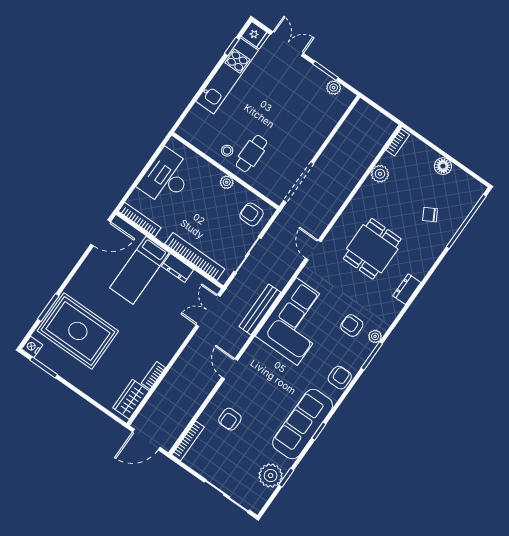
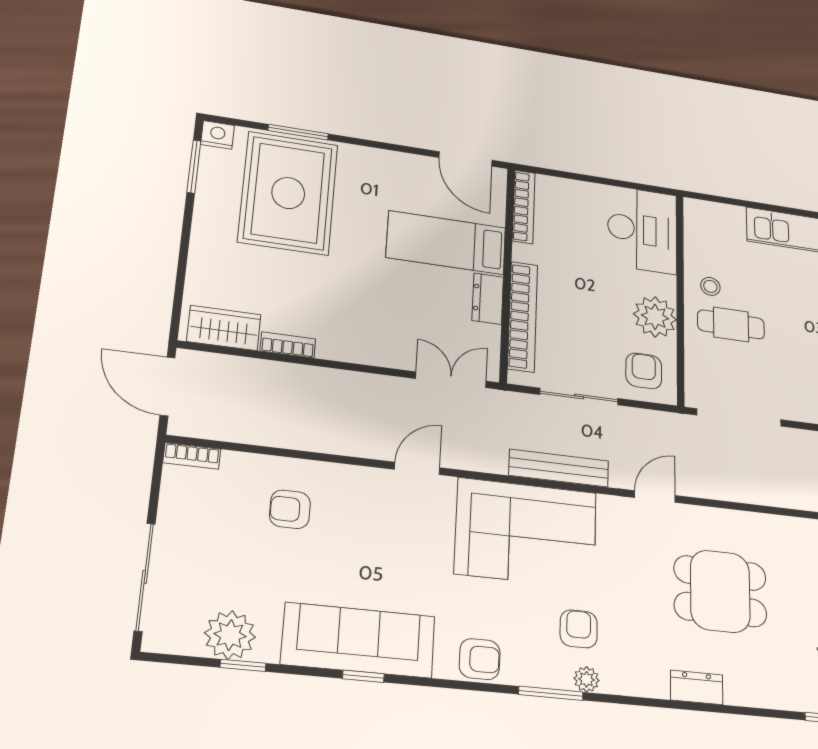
desk: (166, 177) -> (642, 230), moved, turned 90
plant: (227, 182) -> (655, 317), width x1.87, depth x1.87
bench: (260, 309) -> (559, 468), moved
door: (230, 369) -> (417, 468), moved
bookcase: (188, 441) -> (192, 456), width x0.64

